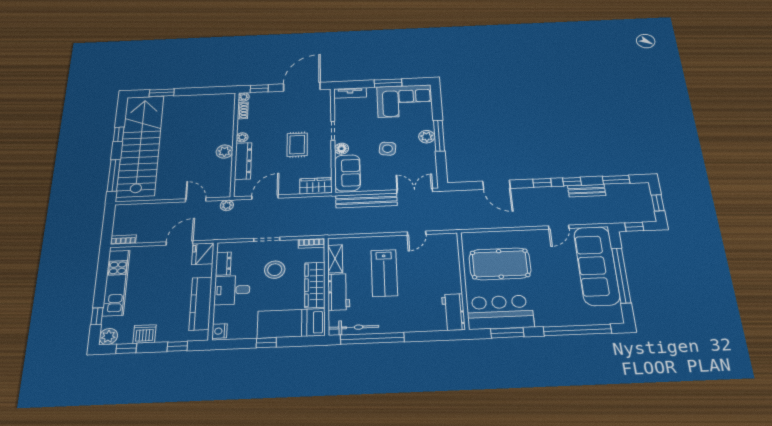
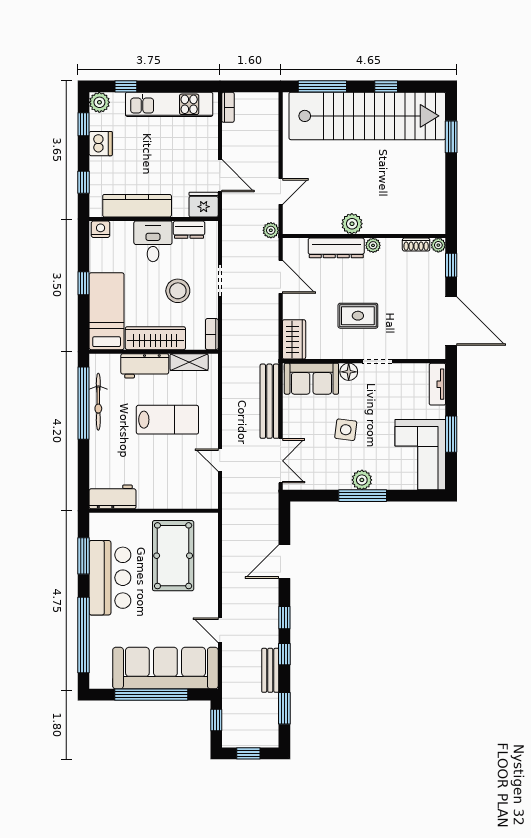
lab bench: (384, 273) -> (167, 420), turned 180
bar counter: (500, 312) -> (110, 578), moved
bicycle: (354, 327) -> (98, 402), moved

